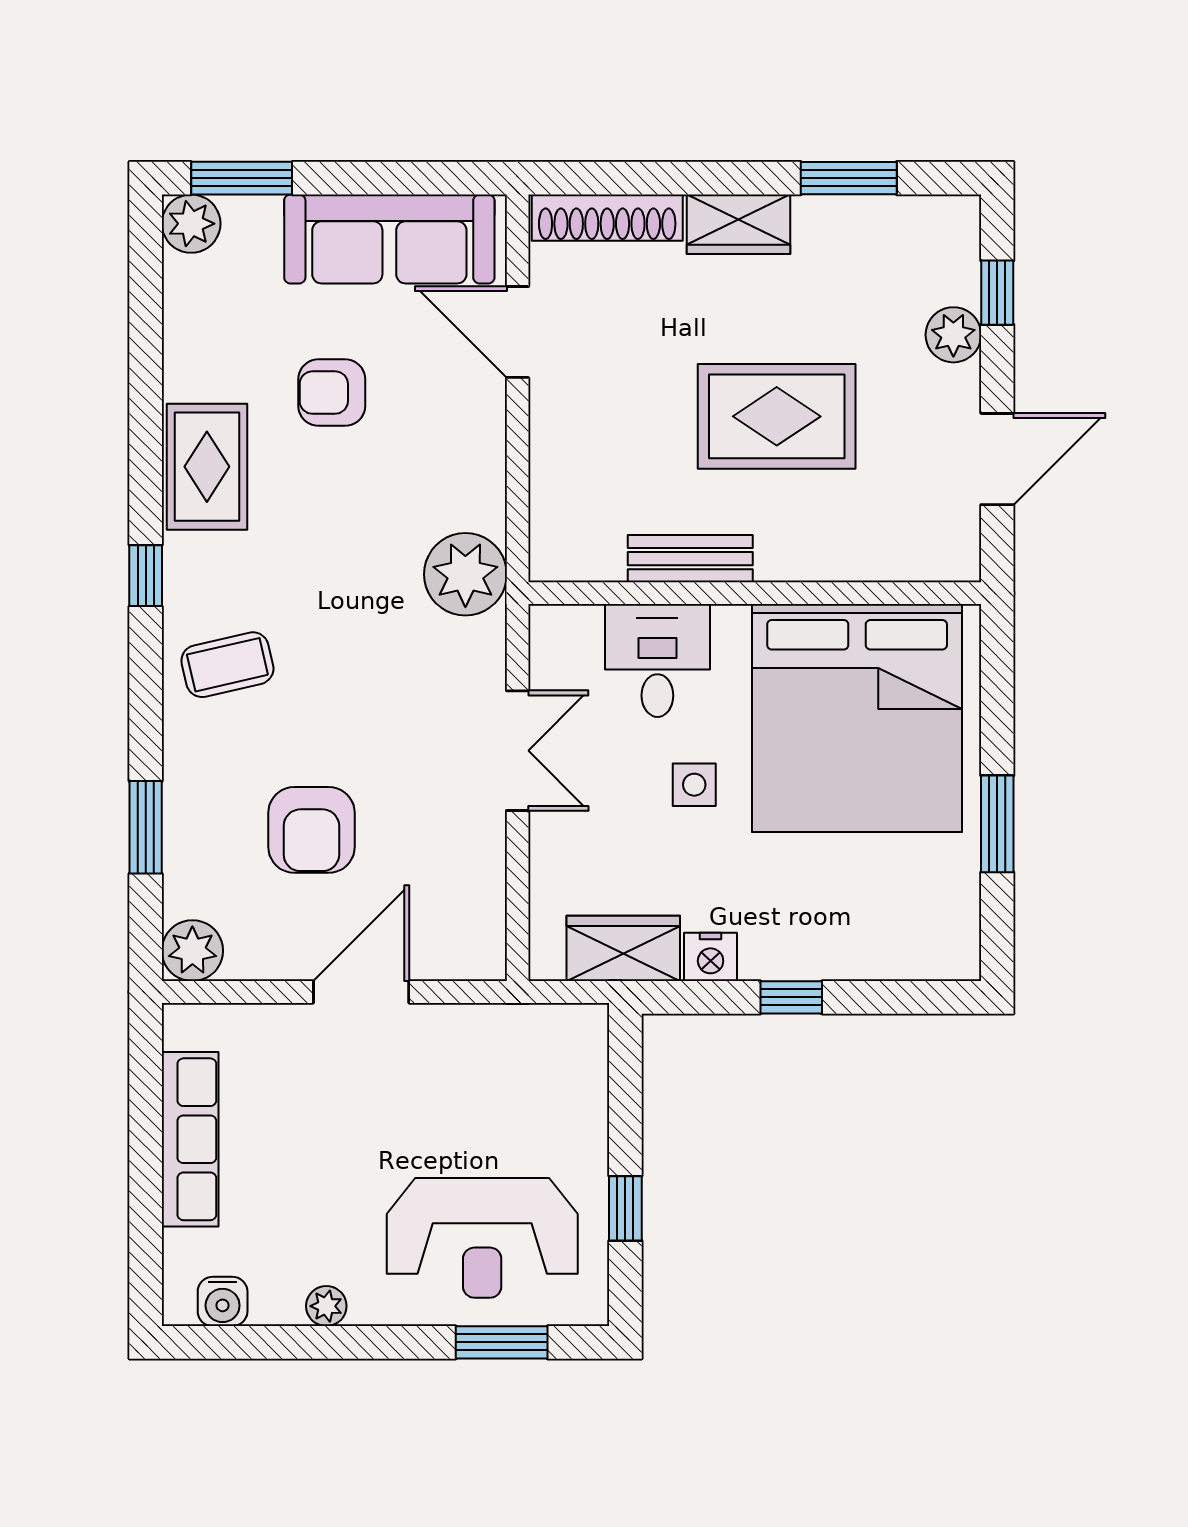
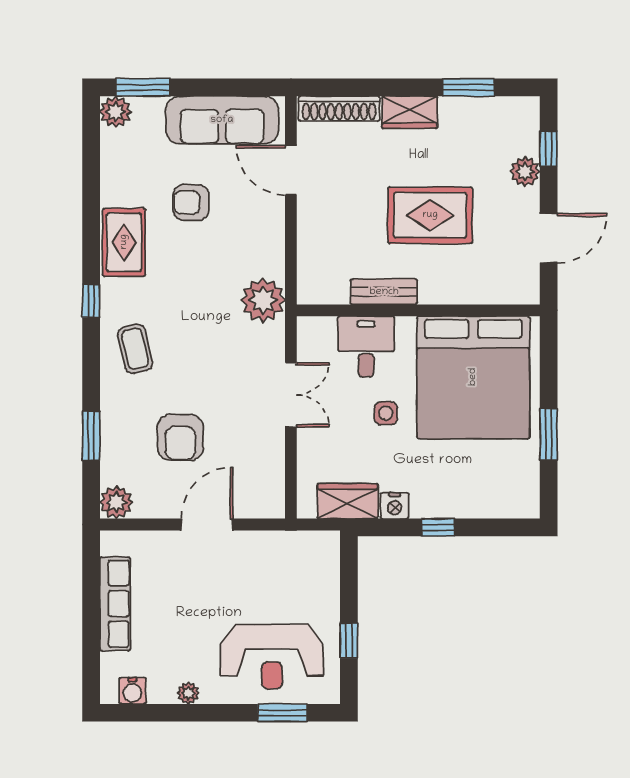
coffee table: (227, 665) -> (135, 349), turned 90

